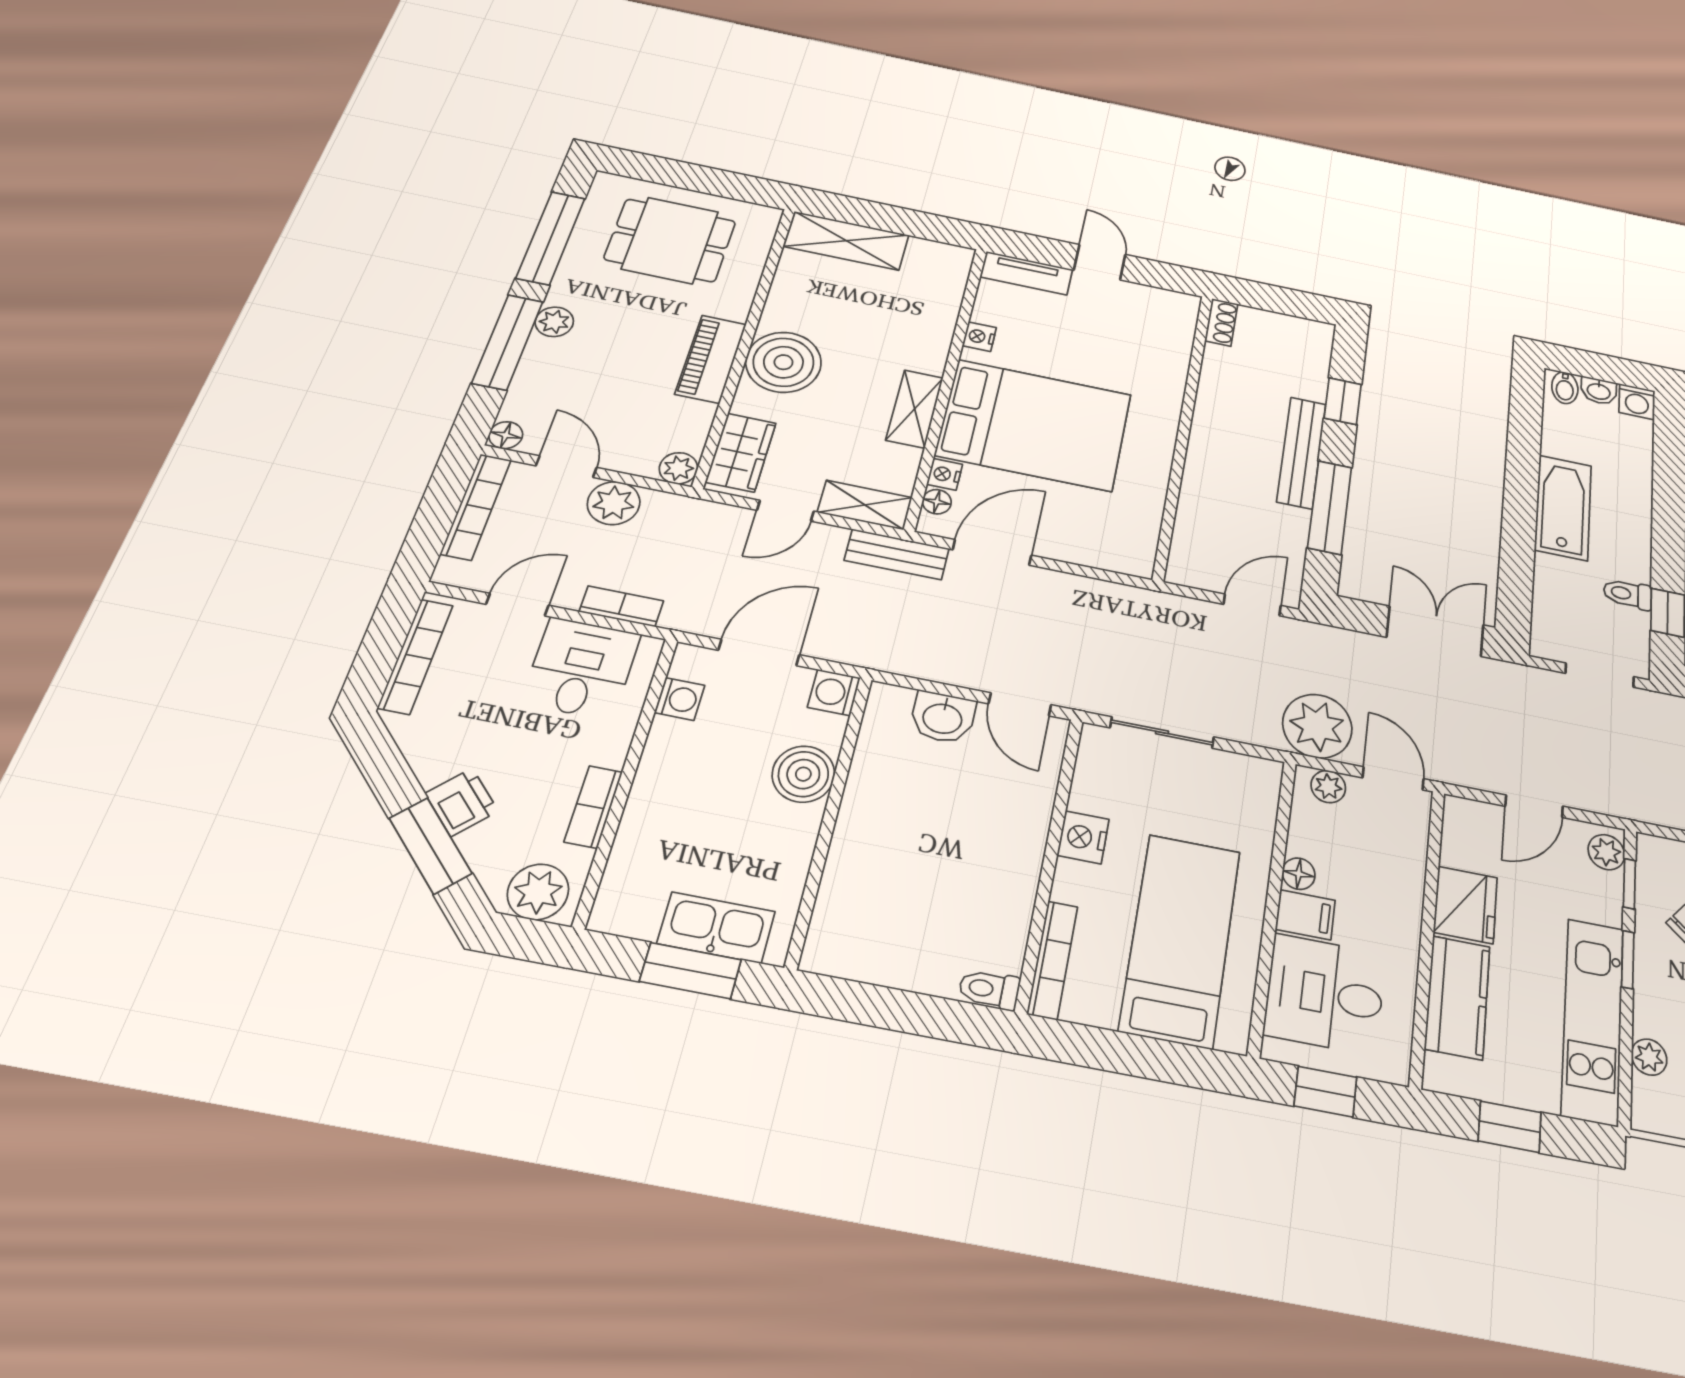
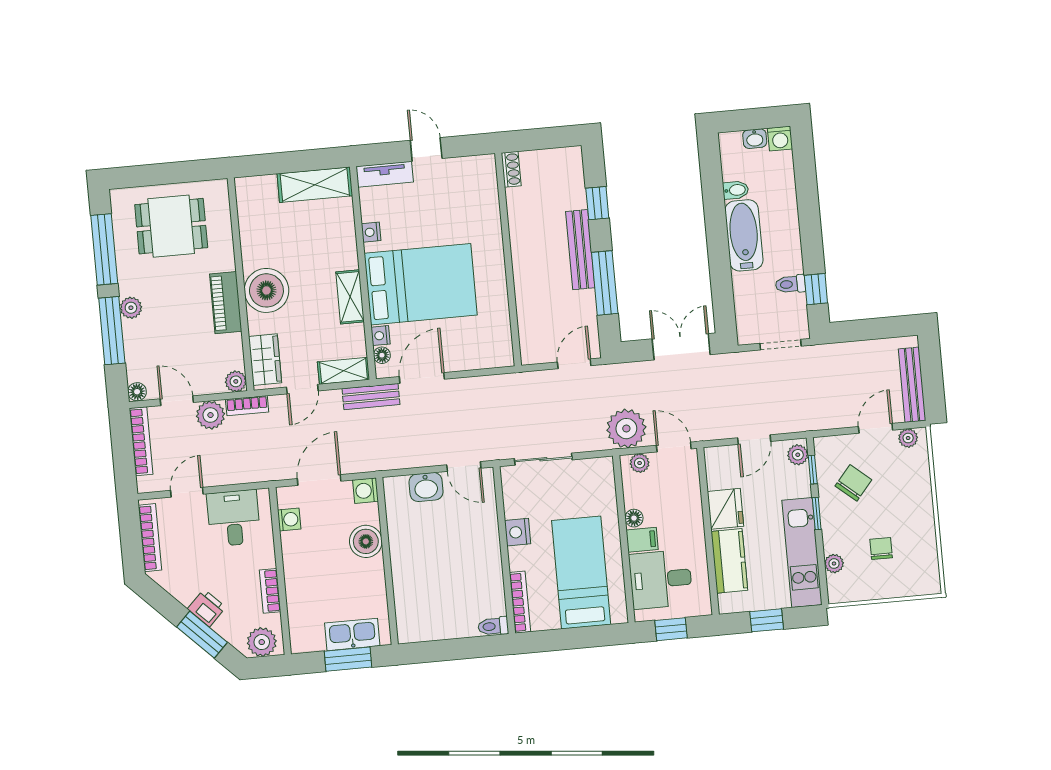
shelving: (846, 241) -> (315, 185), moved
bidet: (1565, 388) -> (736, 190), moved, turned -90
bookcase: (621, 606) -> (247, 406), moved, turned 180

